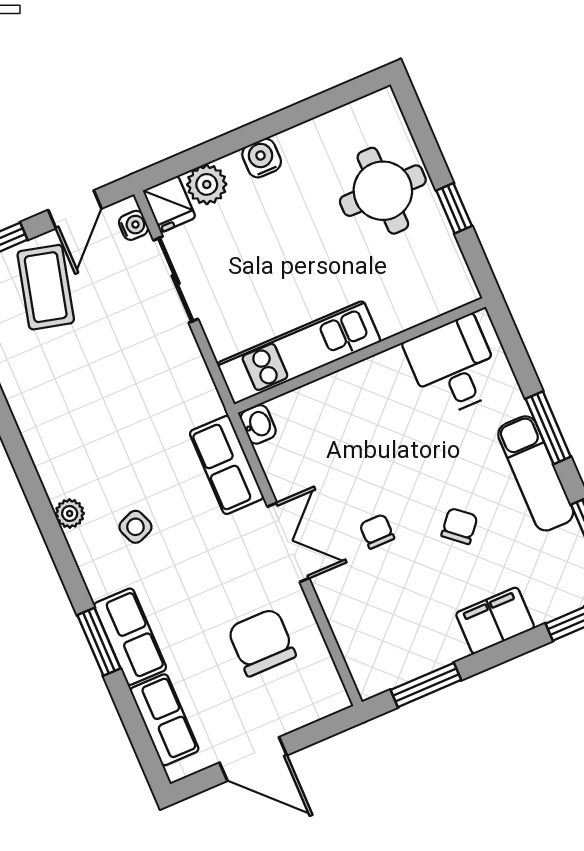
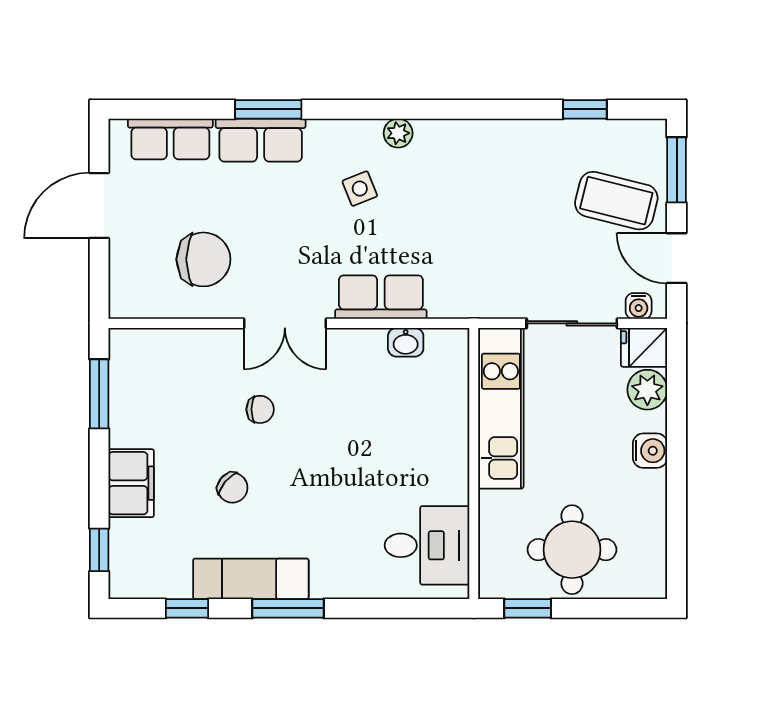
kitchen unit: (299, 352) -> (501, 408), moved
wall: (360, 356) -> (474, 463), moved
desk: (453, 366) -> (427, 545), moved

